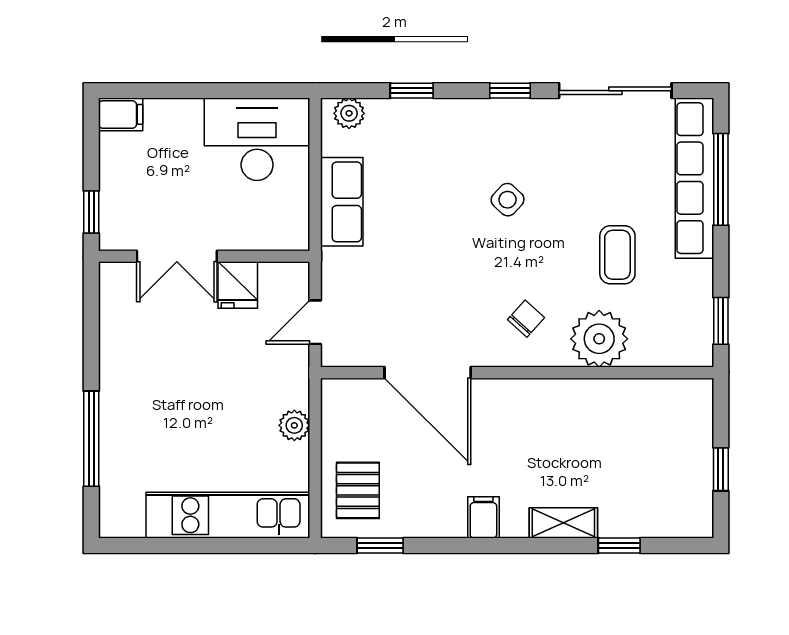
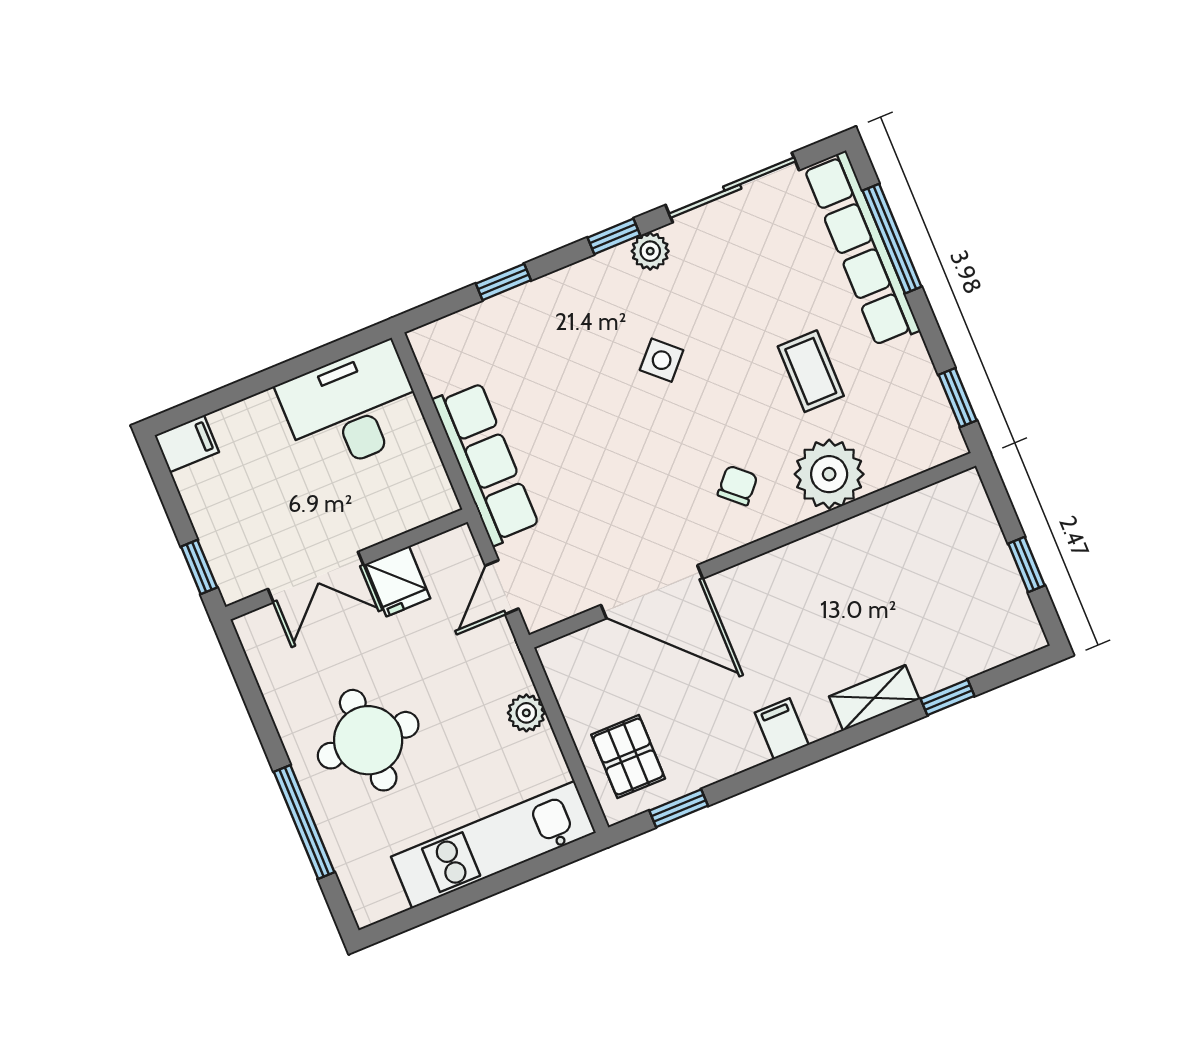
plant: (349, 113) -> (650, 251), moved
row of seats: (342, 202) -> (486, 463), width x1.48
round table: (166, 397) -> (368, 740), added

